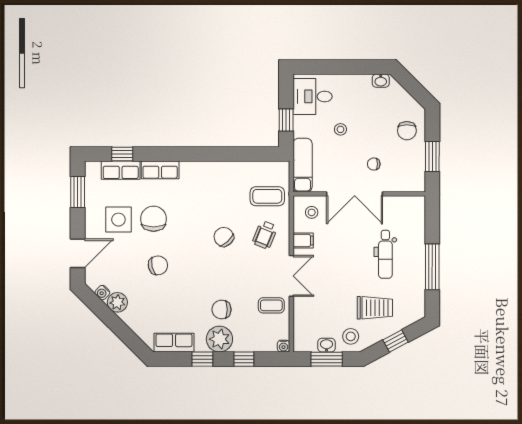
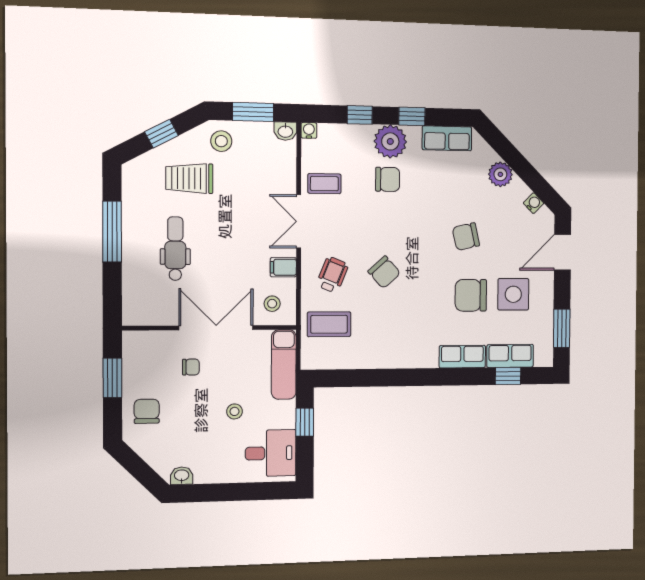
chair: (154, 219) -> (471, 295), turned 90
plant: (117, 302) -> (500, 174), moved
washbasin: (326, 345) -> (285, 131), moved

